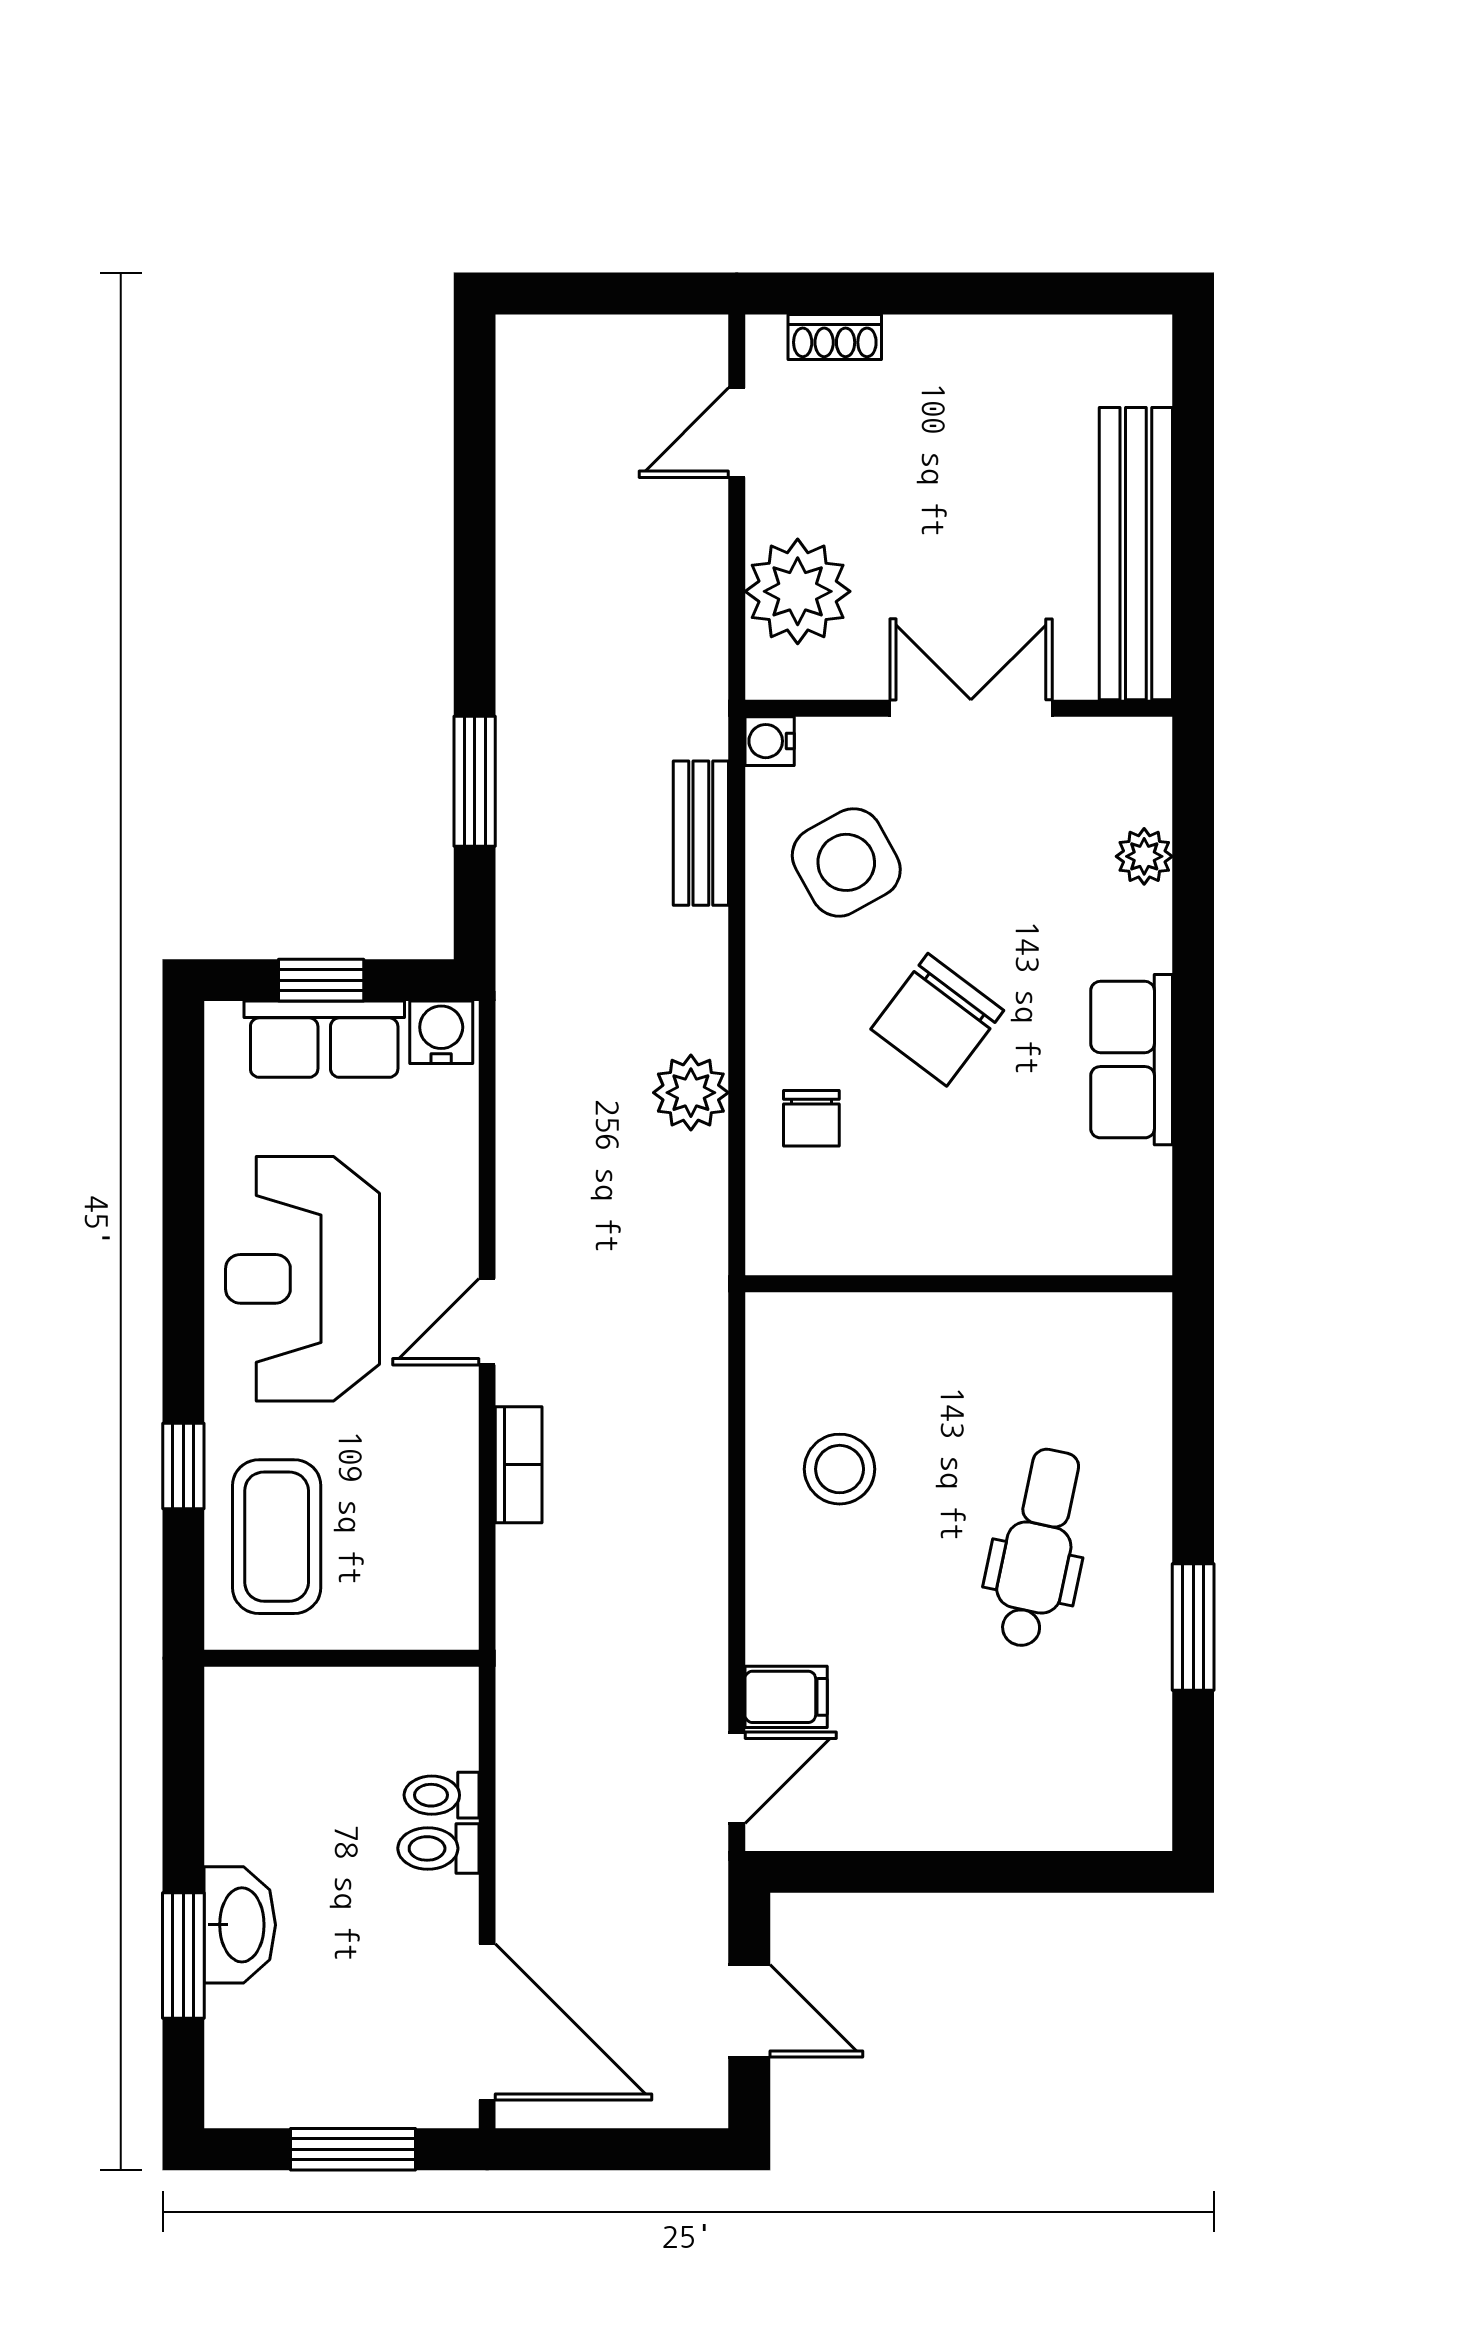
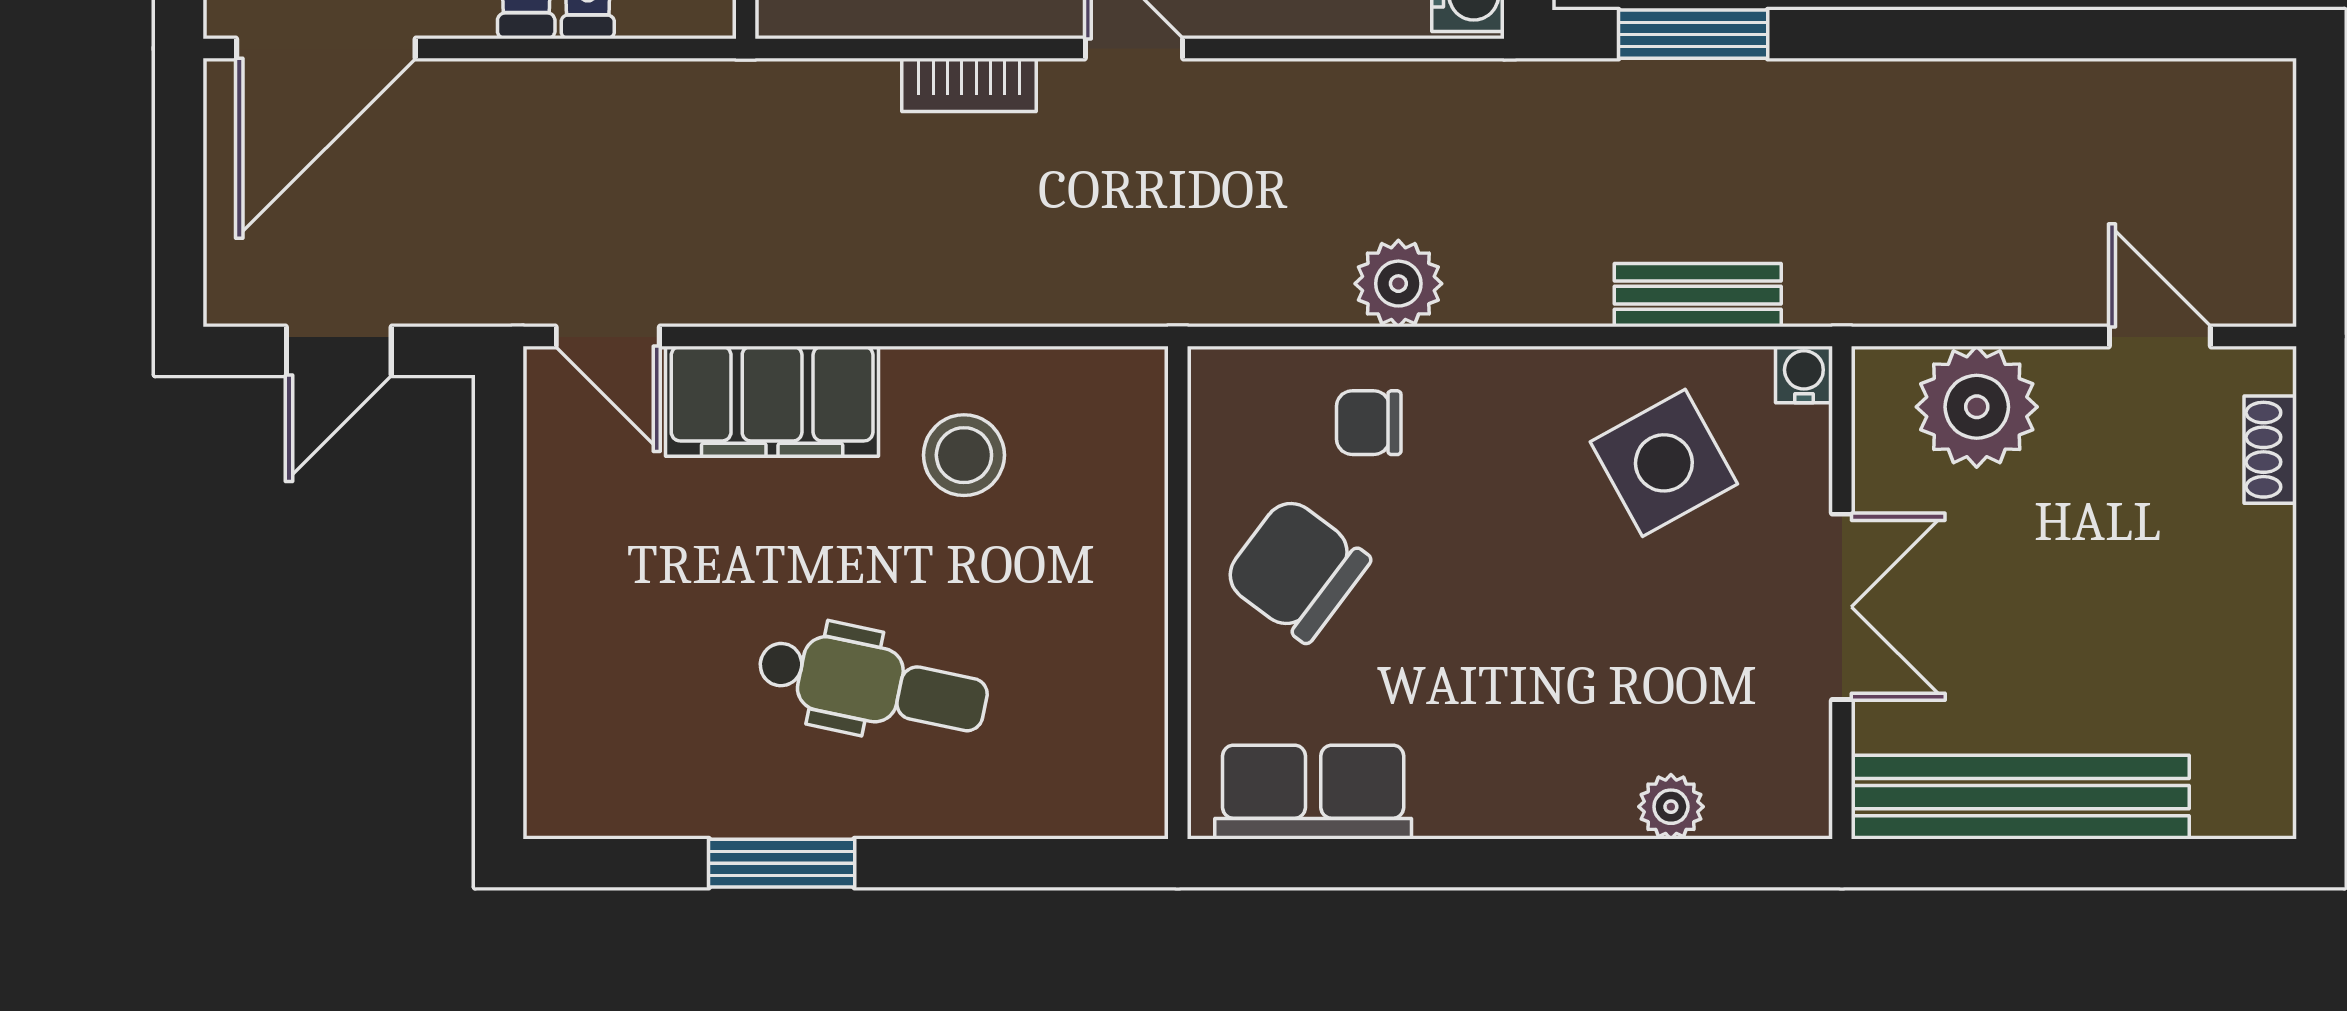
window: (475, 781) -> (1693, 34), moved
chair: (937, 1020) -> (1296, 569), moved
row of seats: (1132, 1060) -> (1313, 792), moved
filing cabinet: (786, 1697) -> (772, 401), width x3.00, depth x1.17

